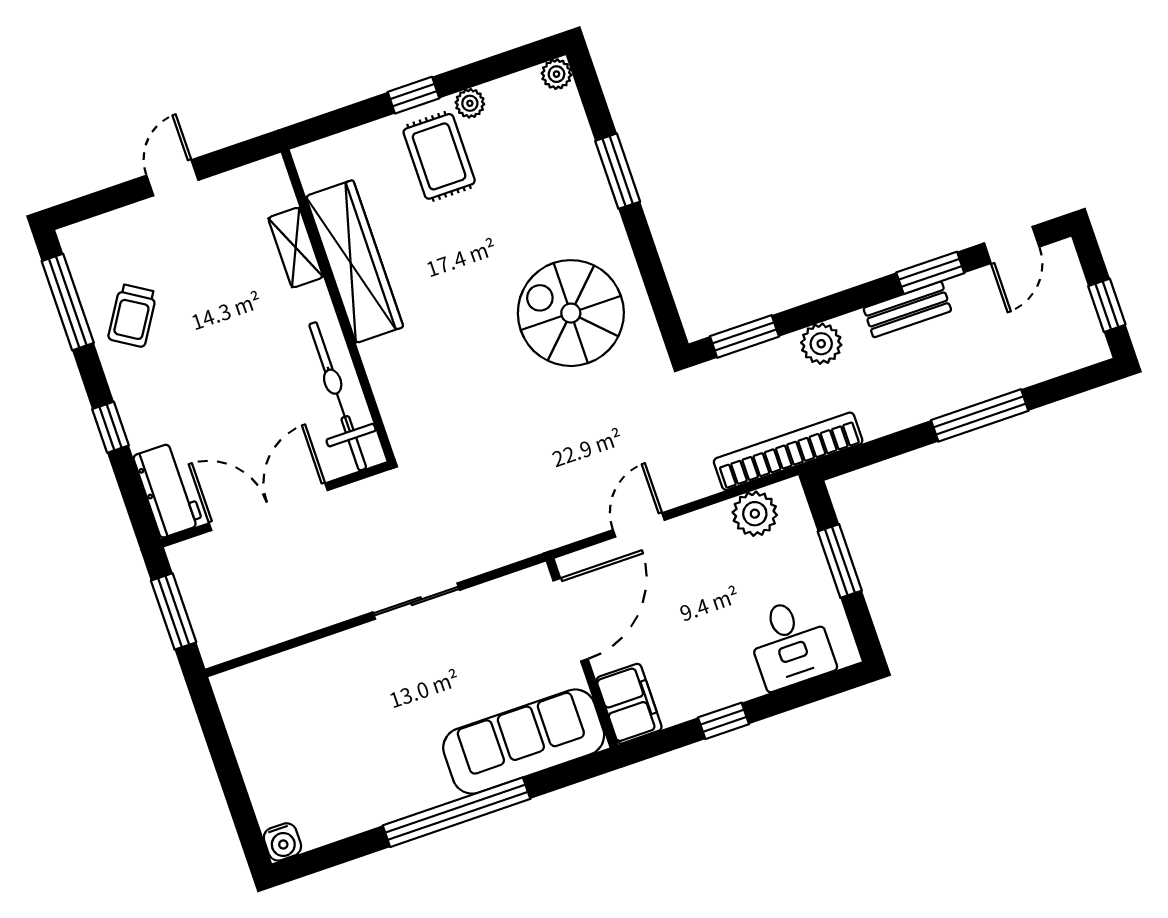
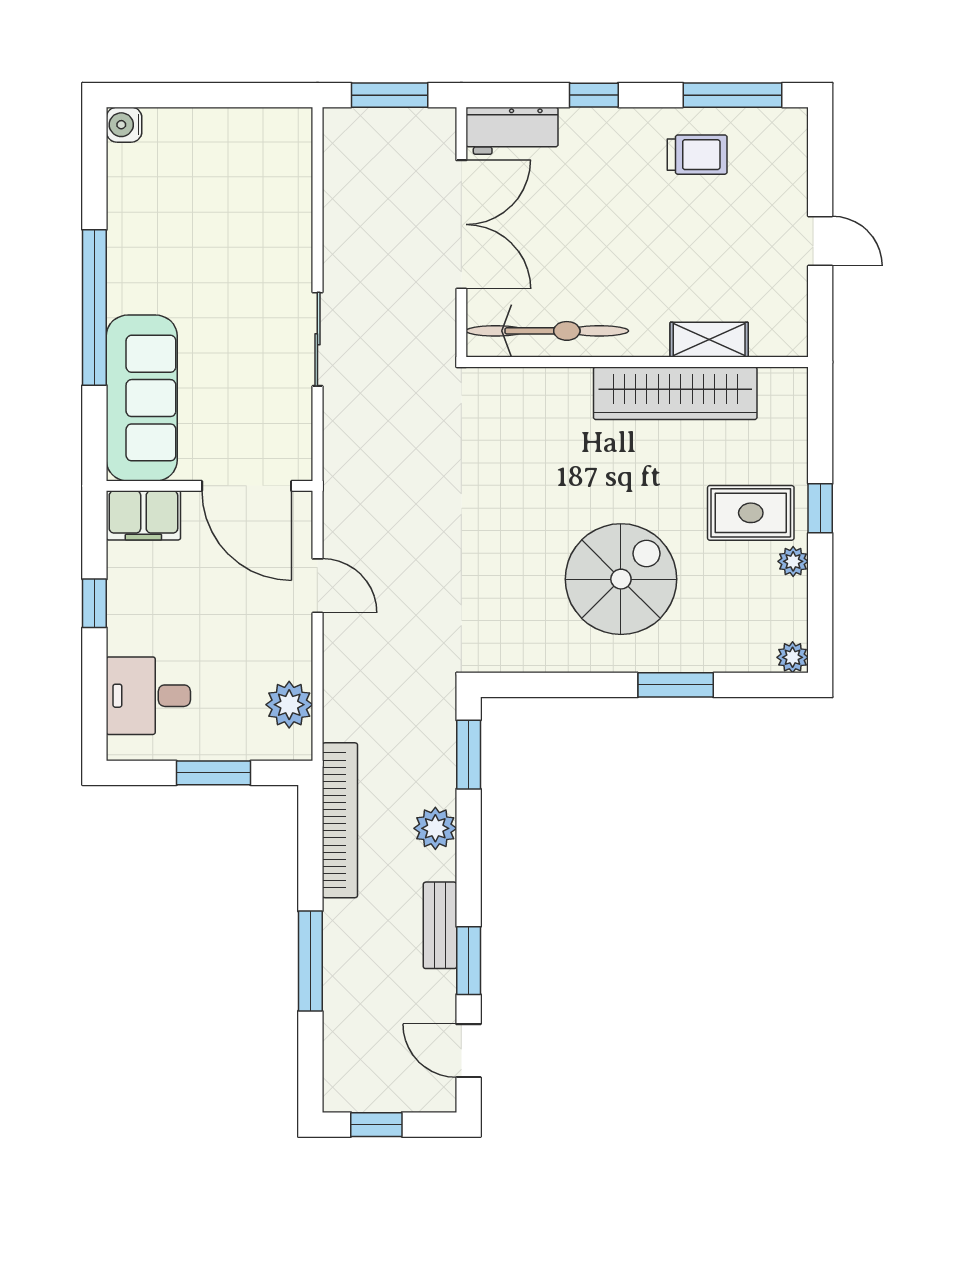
spiral stairs: (571, 313) -> (621, 579), moved
trolley: (132, 316) -> (697, 155), turned 148
bookcase: (788, 451) -> (340, 820), moved

